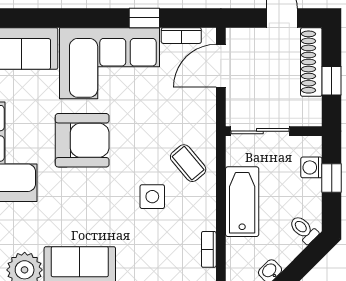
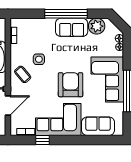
door: (221, 66) -> (8, 105), moved
armchair: (82, 140) -> (71, 85), turned 90

